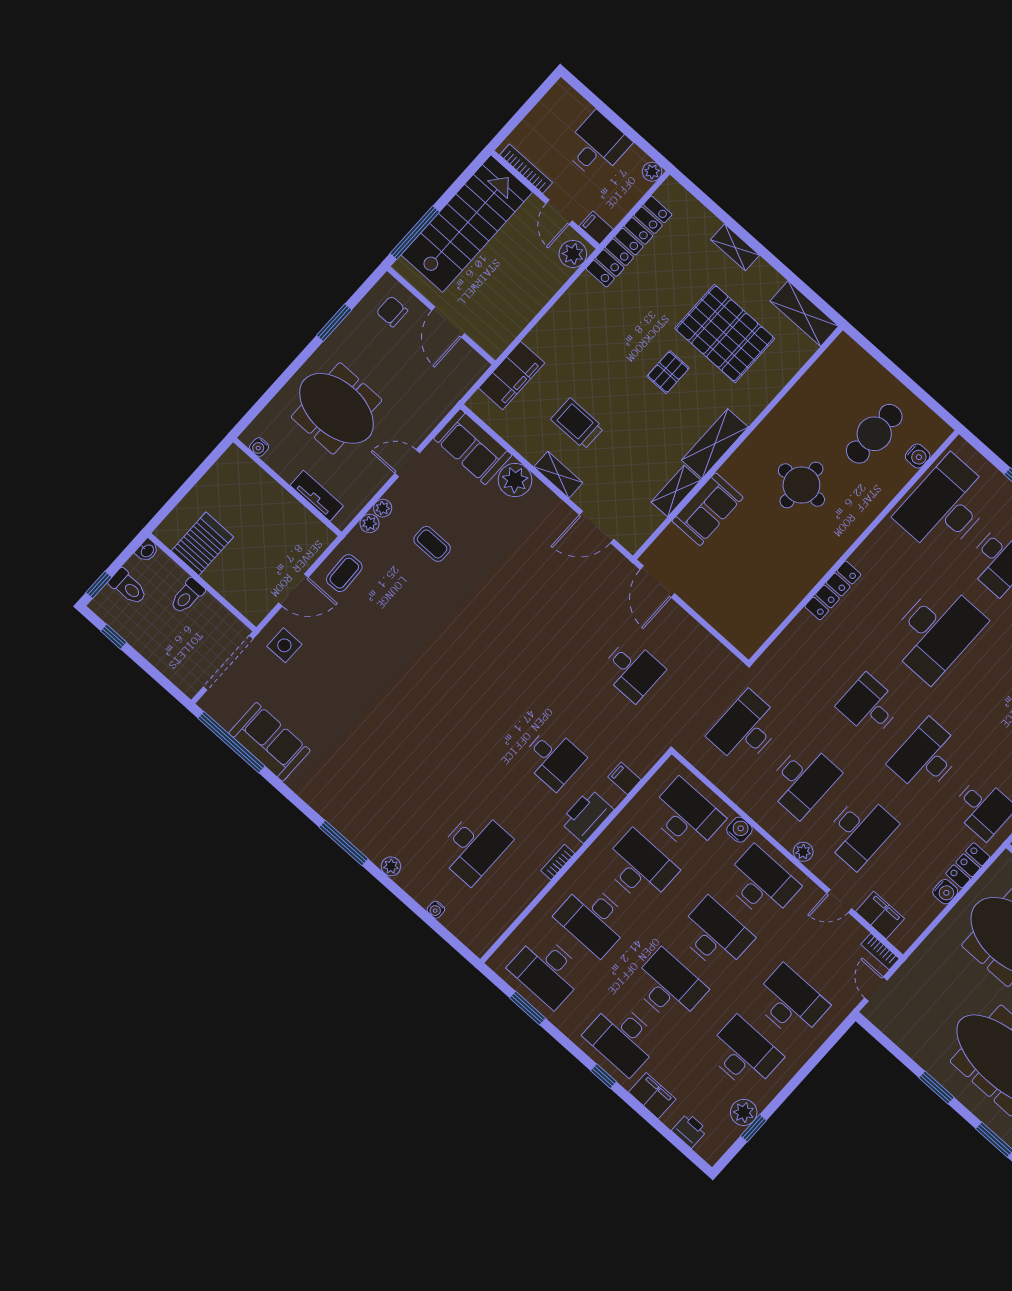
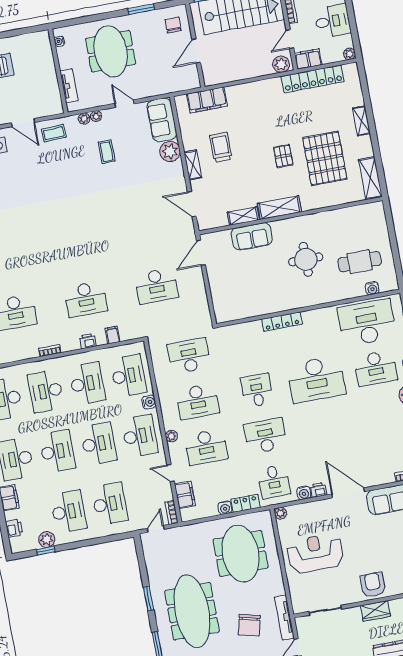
filing cabinet: (596, 228) -> (308, 59), width x2.00
pallet: (668, 372) -> (283, 156), turned 90
desk: (632, 670) -> (156, 286), width x1.37
desk: (553, 758) -> (86, 299), width x1.37
printer: (587, 816) -> (88, 341), width x0.53, depth x0.68

